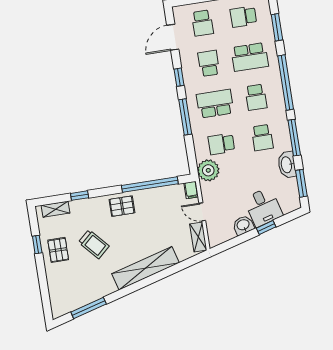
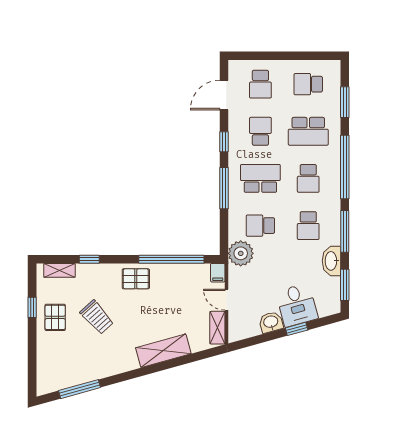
shelving: (146, 268) -> (163, 351), width x0.68

